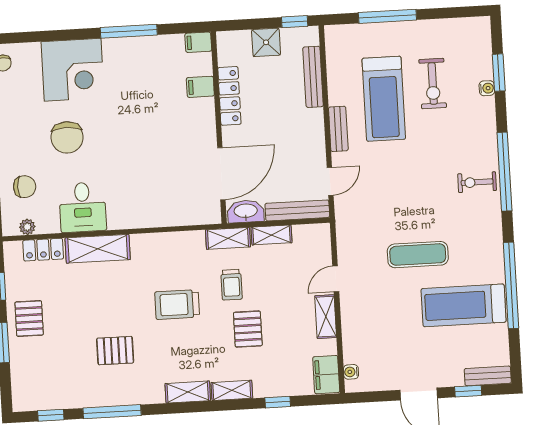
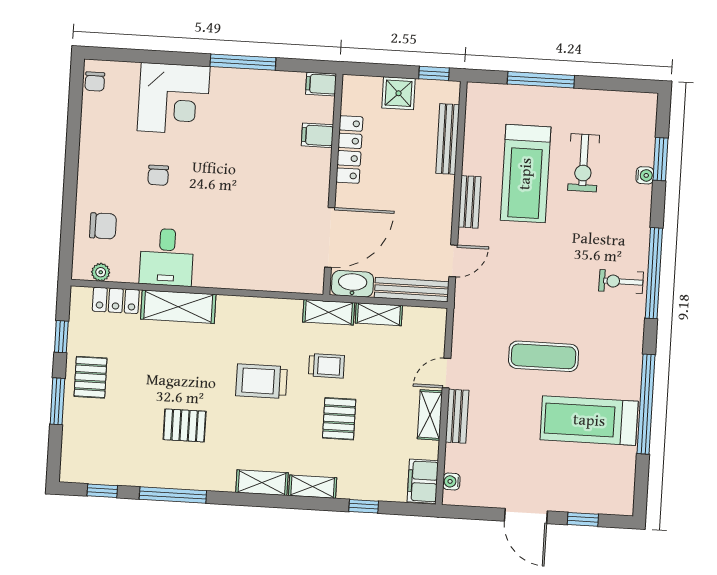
chair: (67, 137) -> (158, 175), width x0.54, depth x0.54
trolley: (231, 285) -> (326, 366), turned -90
bench: (488, 376) -> (457, 416), moved, turned 90

